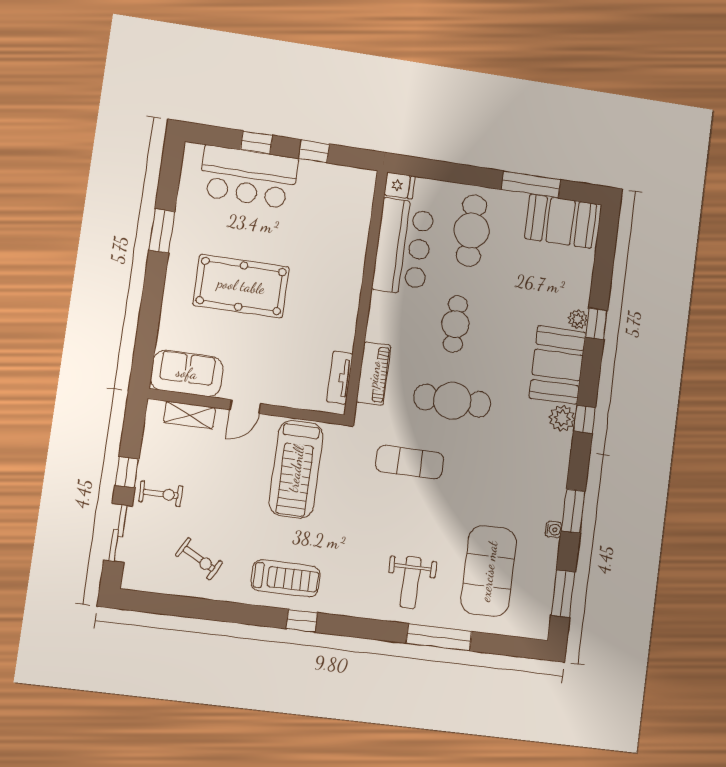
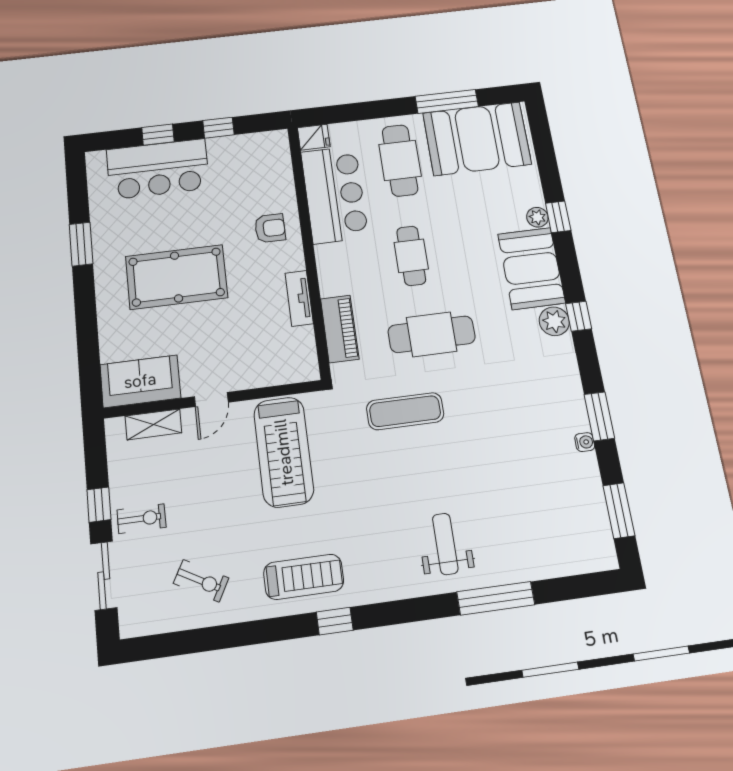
booth: (561, 221) -> (477, 139), width x1.36, depth x1.42
armchair: (336, 263) -> (270, 228), added
tv unit: (340, 378) -> (299, 298), moved
exercise mat: (489, 571) -> (528, 507), removed
weight bench: (411, 583) -> (445, 544), turned 180

